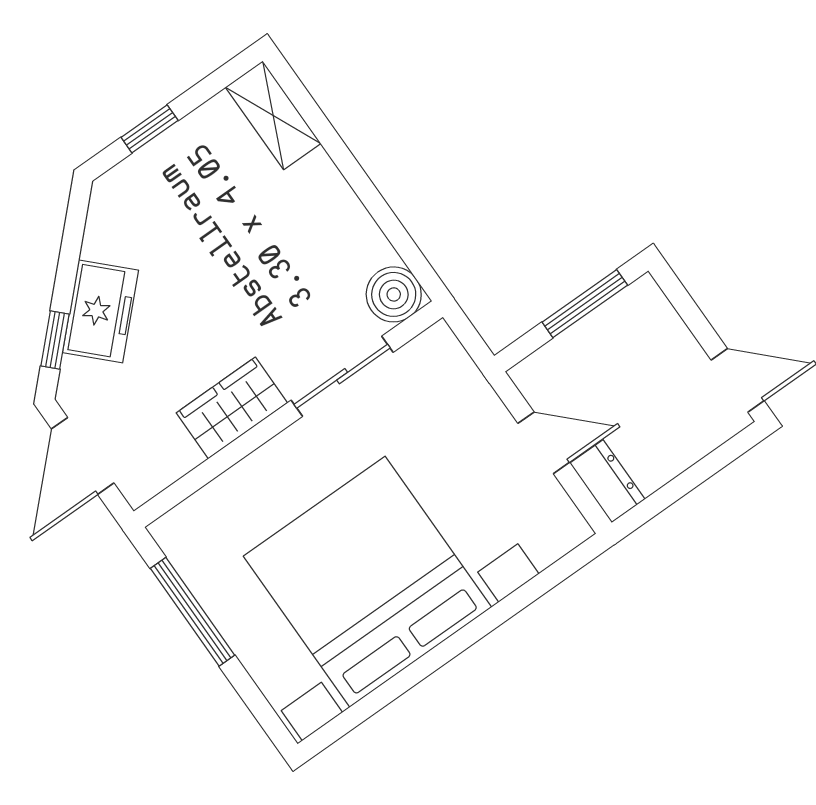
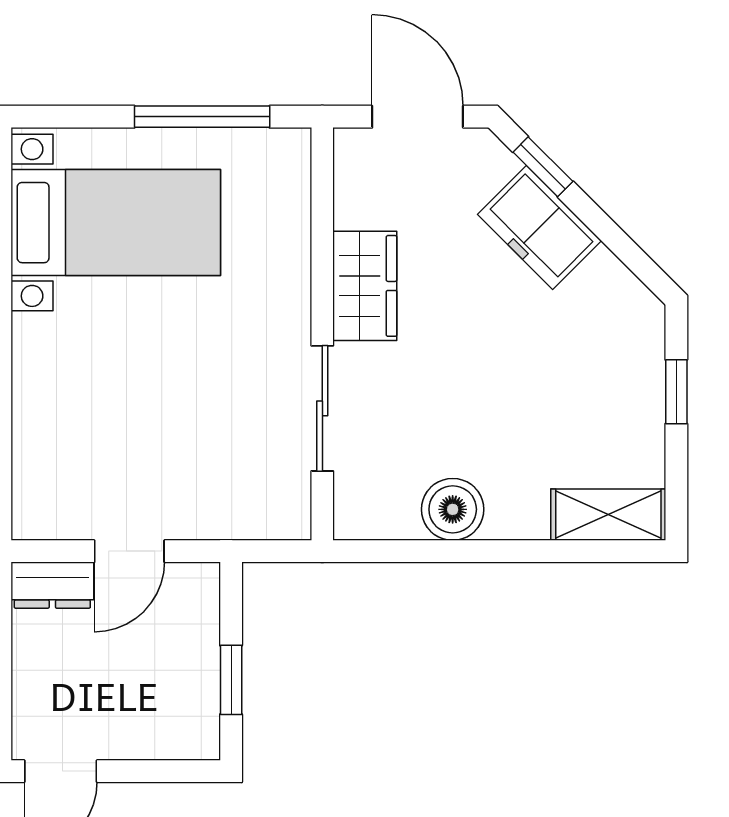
boiler: (394, 294) -> (453, 509), moved
window: (585, 304) -> (231, 680), width x0.67
bed with nightstands: (367, 582) -> (116, 223), width x0.54

